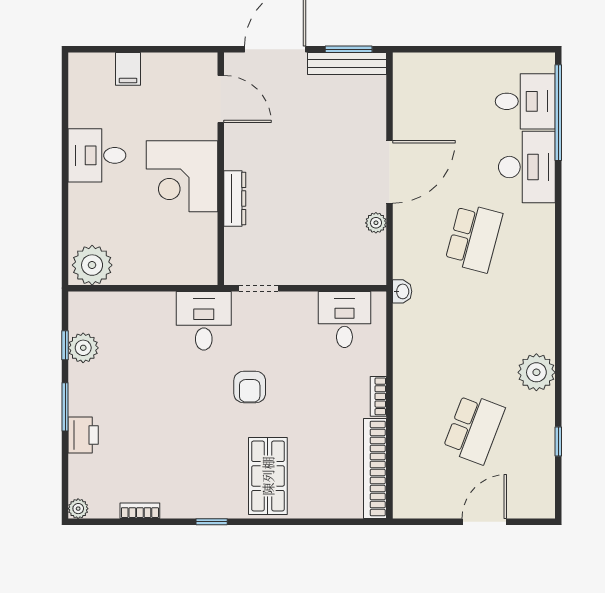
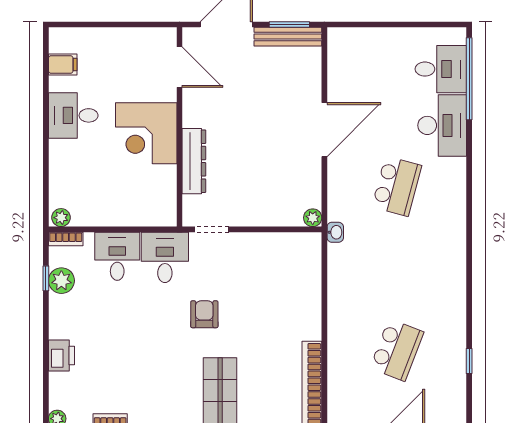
filing cabinet: (128, 69) -> (63, 64), moved, turned -90
dresser: (235, 198) -> (194, 161), width x1.37, depth x1.24
plant: (376, 223) -> (313, 218), moved
plant: (92, 265) -> (61, 218), width x0.53, depth x0.53
desk: (344, 319) -> (117, 256), moved
plant: (536, 372) -> (450, 302), removed
armchair: (250, 387) -> (204, 314), turned 180
bookcase: (378, 396) -> (66, 239), moved, turned -90
window: (65, 407) -> (46, 331), removed

